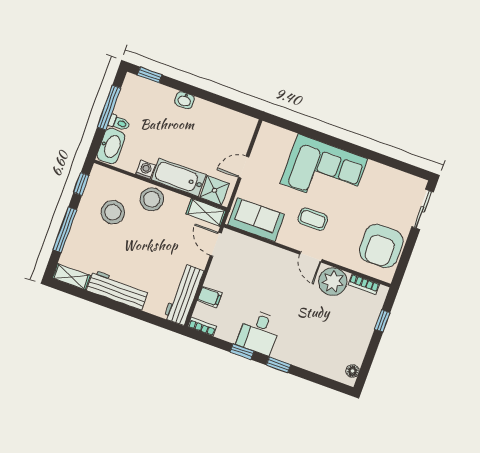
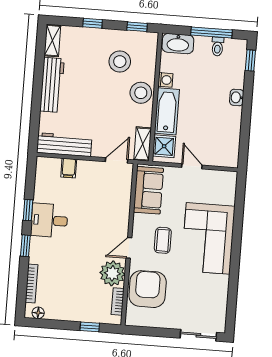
toilet: (119, 123) -> (218, 46), moved
window: (65, 230) -> (93, 23), width x0.46
armchair: (381, 246) -> (148, 289), moved, turned 90
bookcase: (202, 327) -> (32, 283), moved, width x1.56

